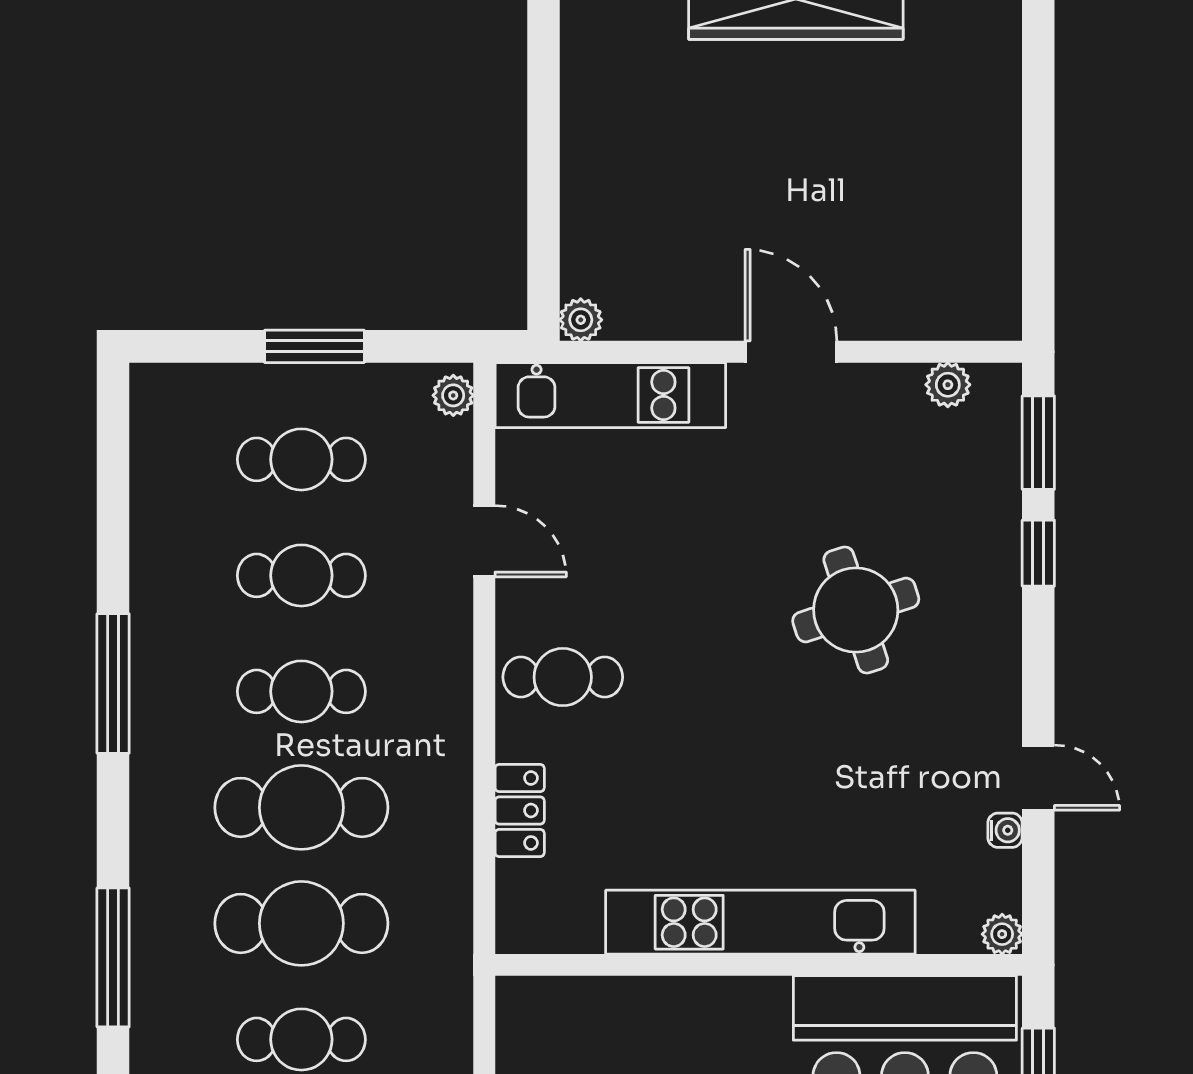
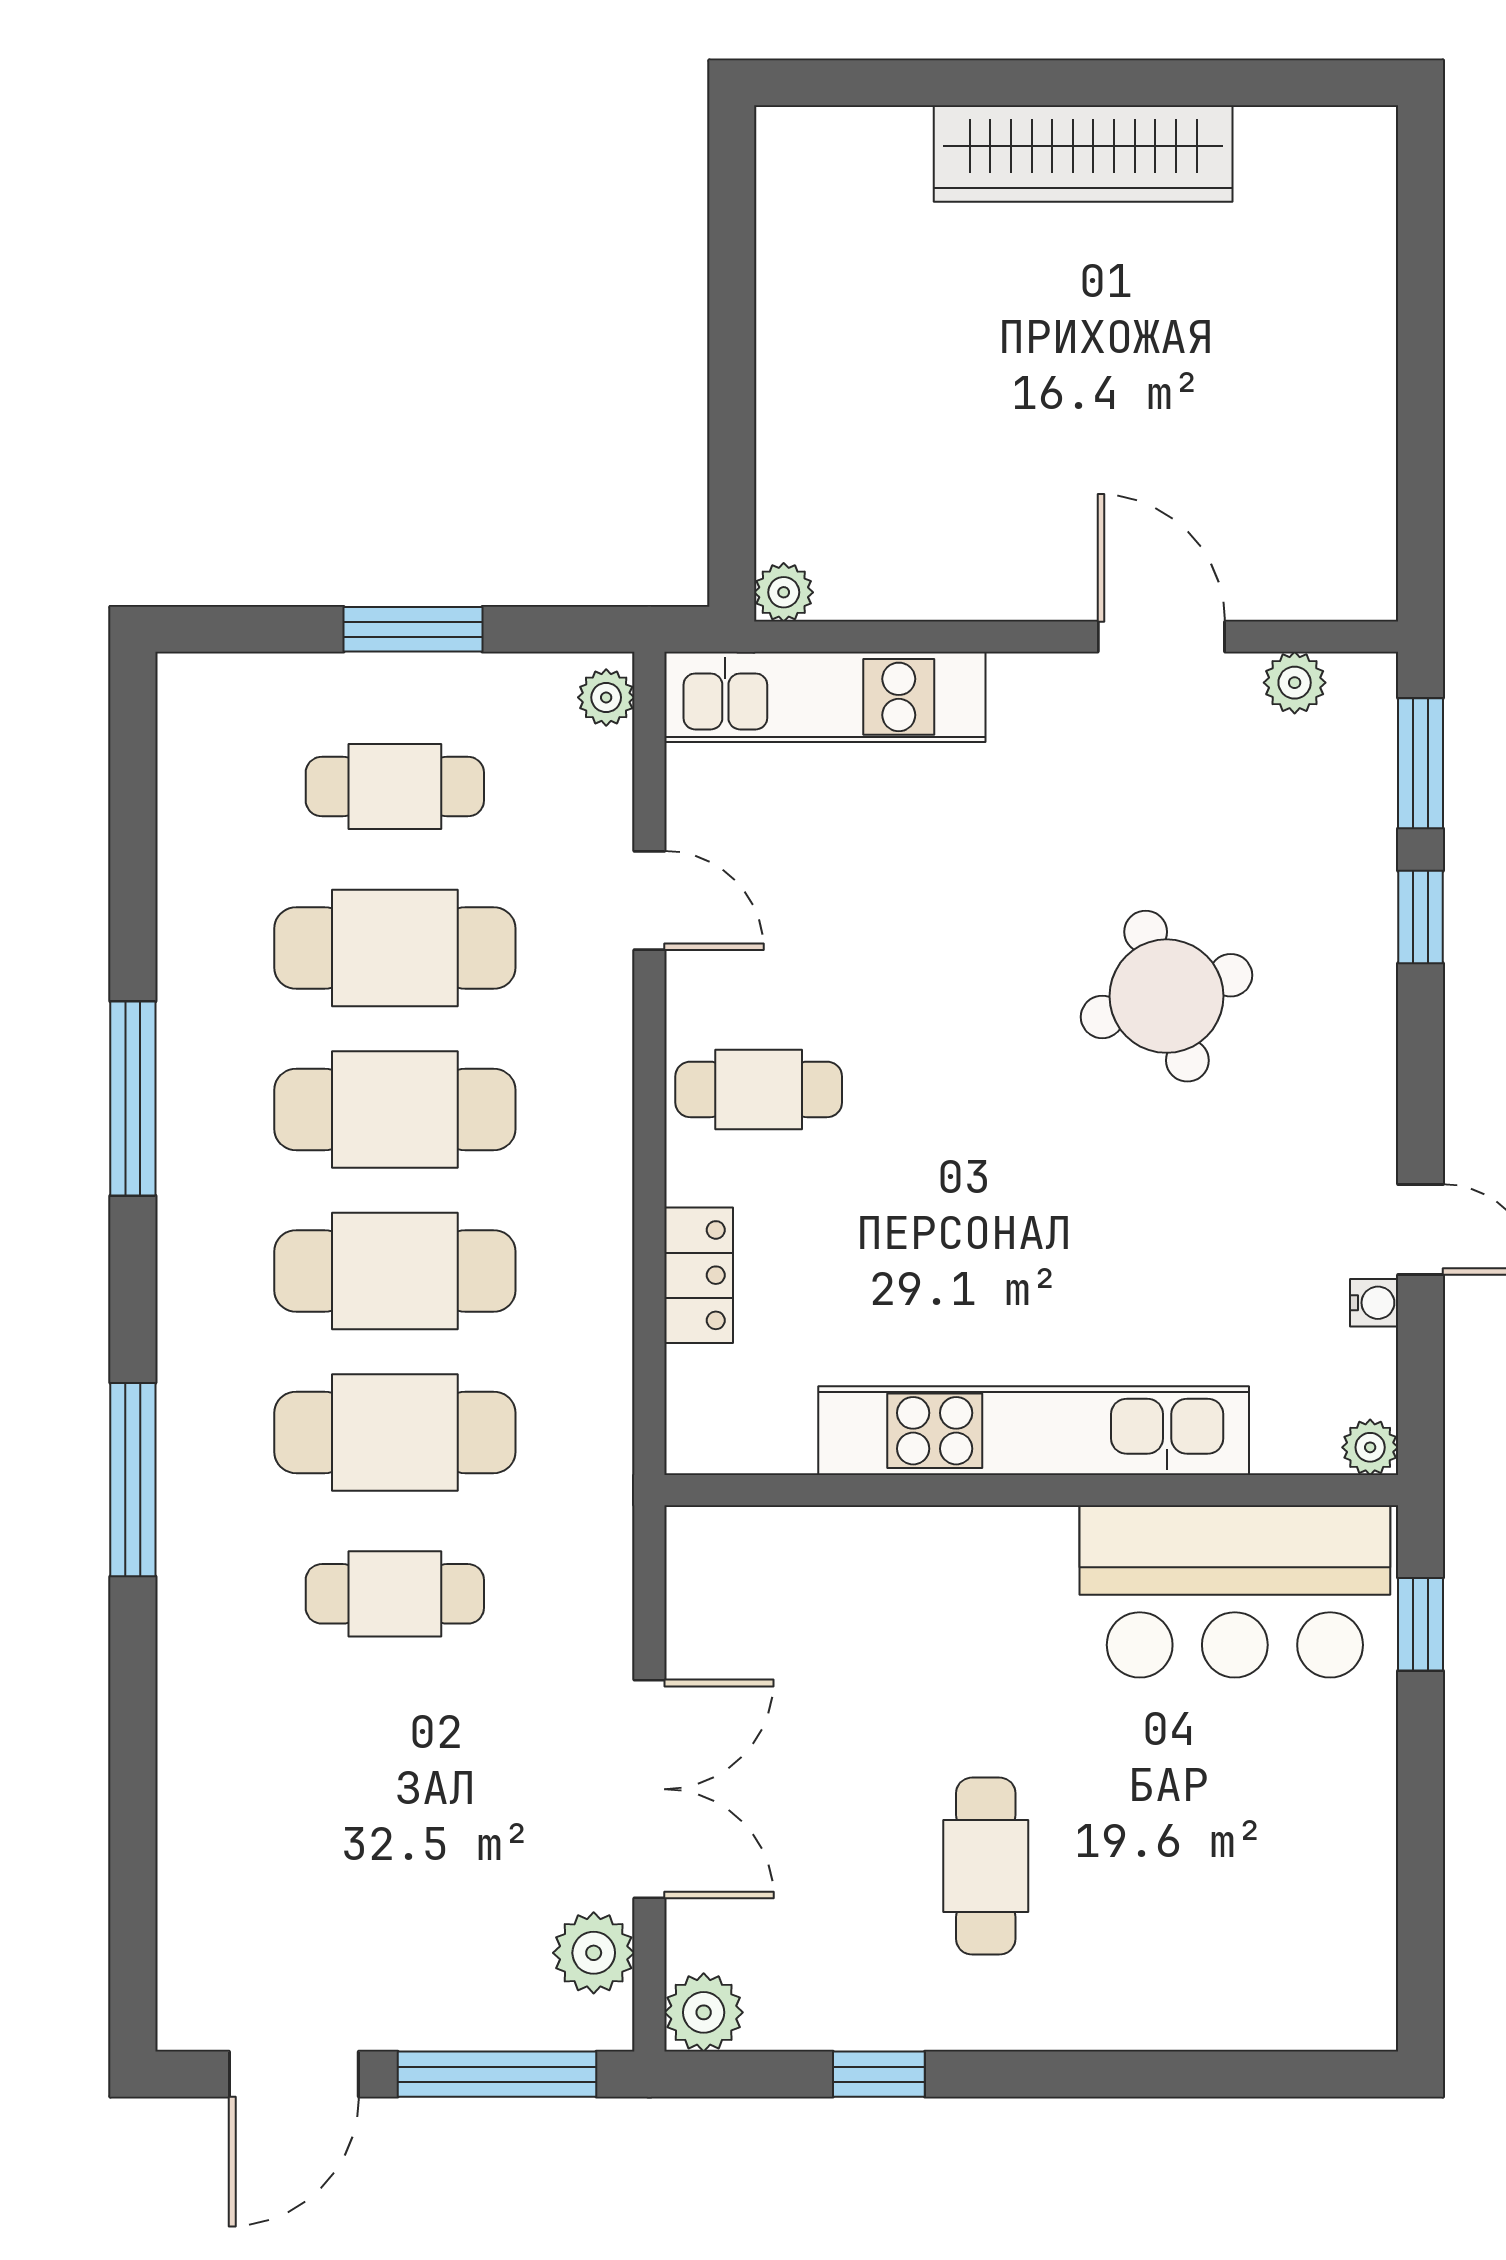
door: (791, 352) -> (1161, 637), moved
cafe table: (301, 575) -> (395, 948), width x1.37, depth x1.35
cafe table: (301, 691) -> (395, 1109), width x1.37, depth x1.35

